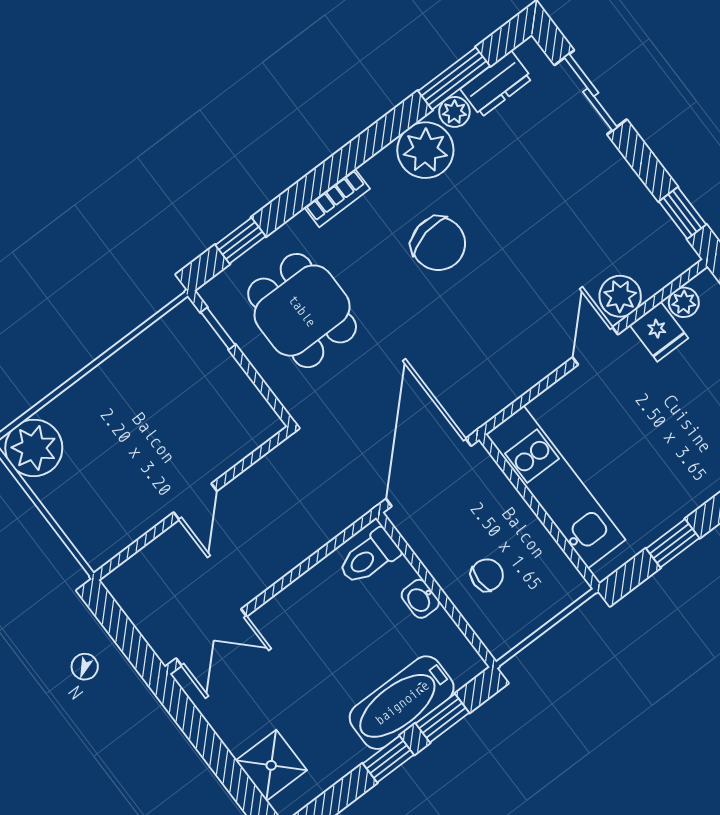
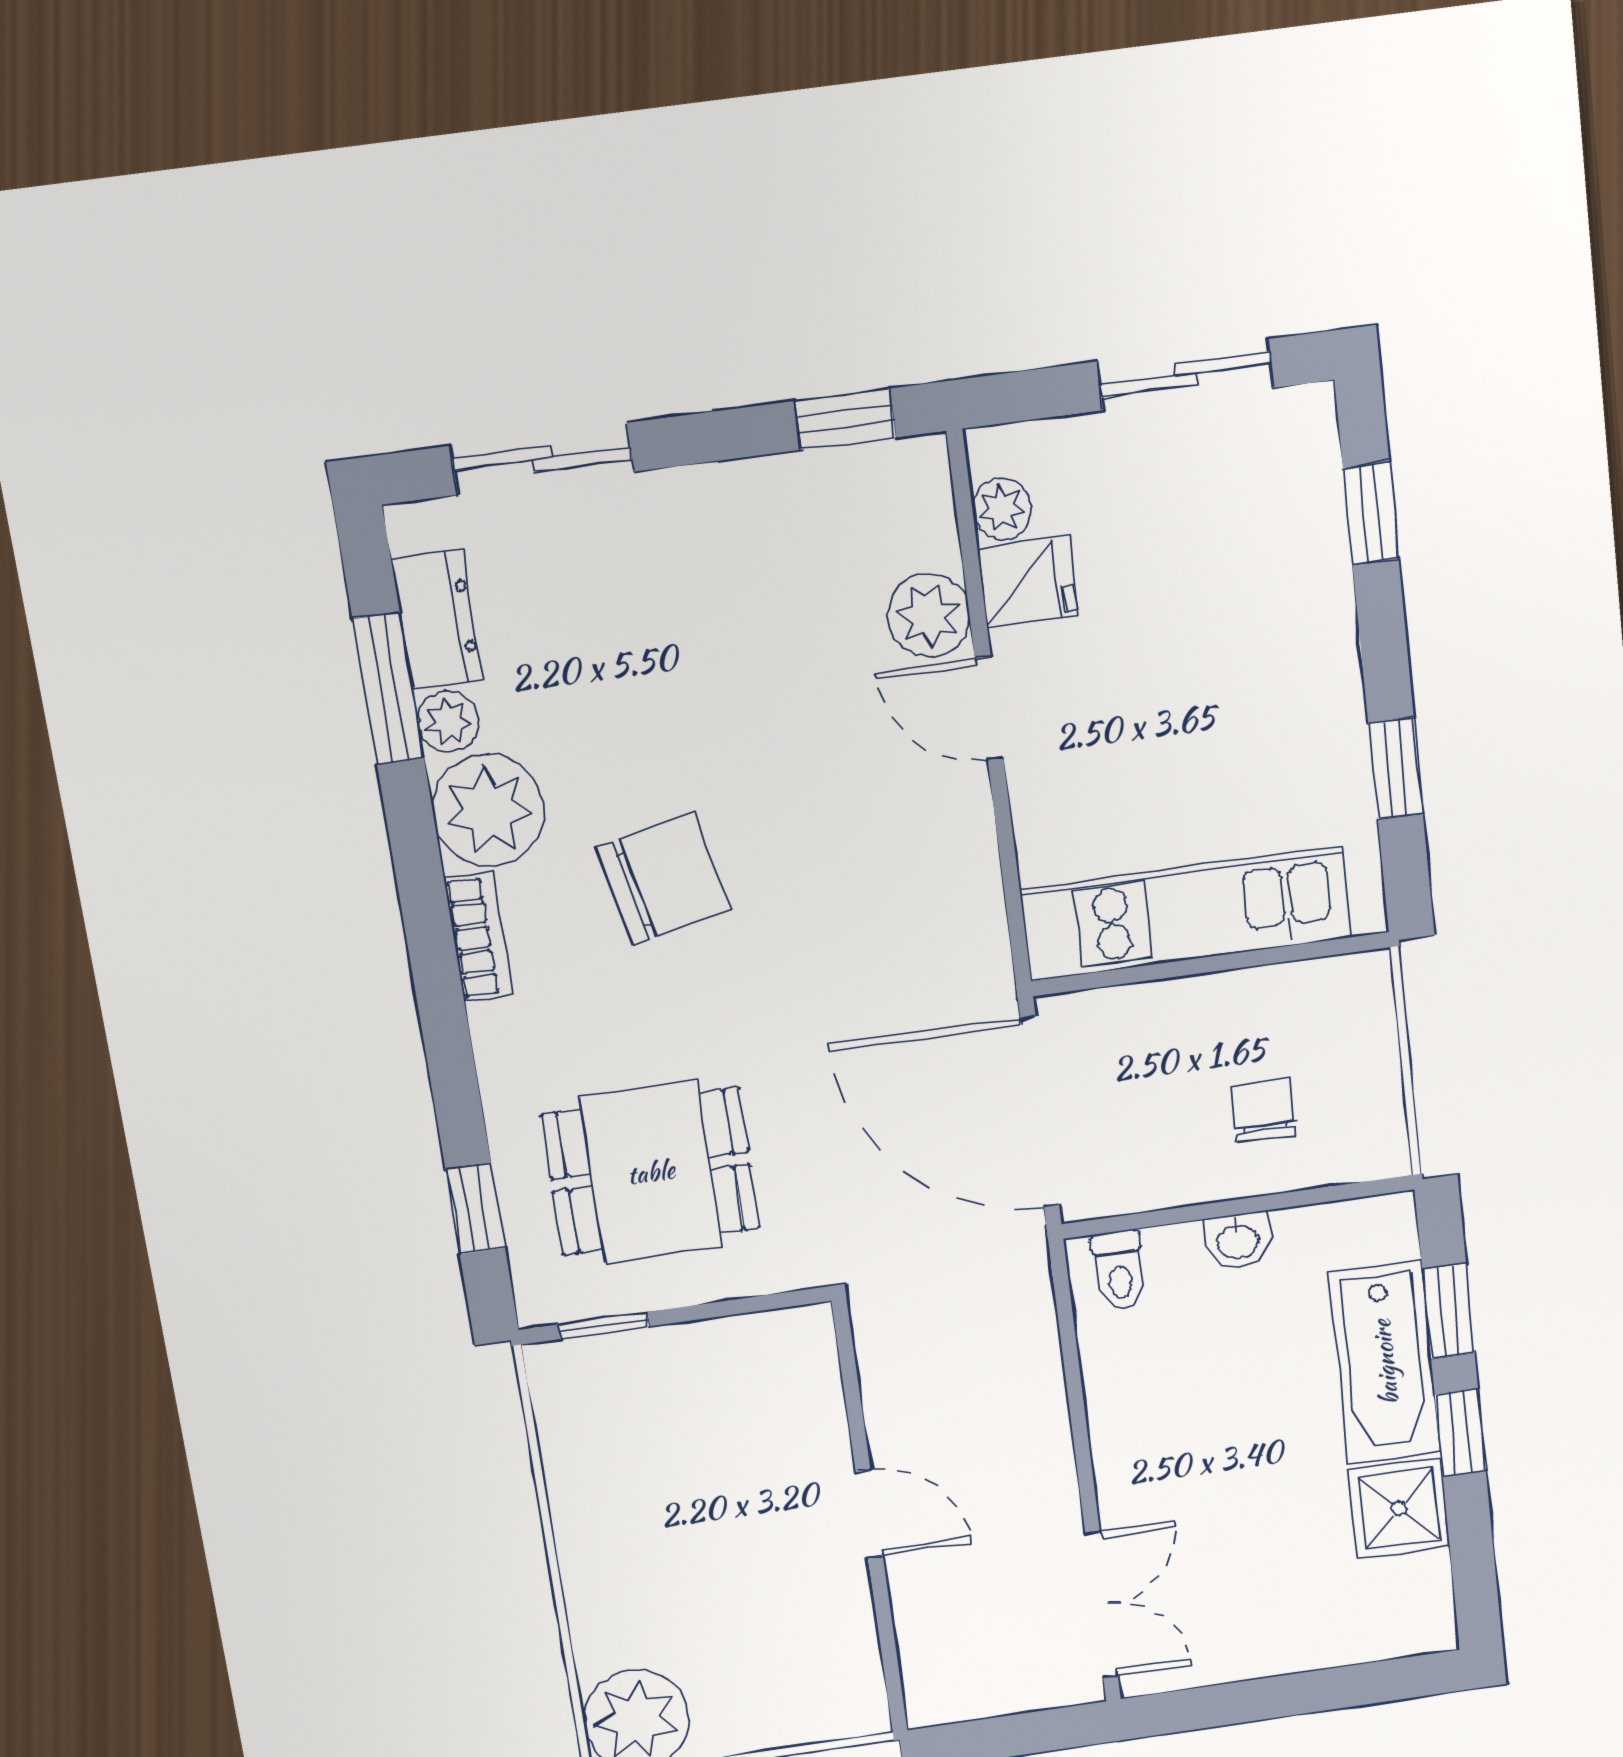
bookcase: (337, 198) -> (479, 937), moved
toilet: (369, 557) -> (1119, 1271), width x0.73, depth x0.72
shower: (271, 765) -> (1399, 1508), moved

